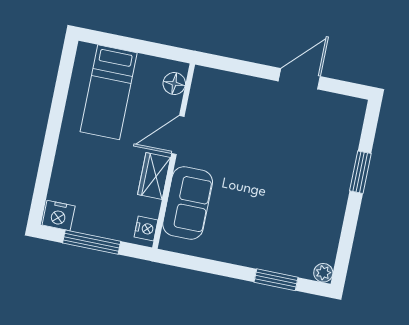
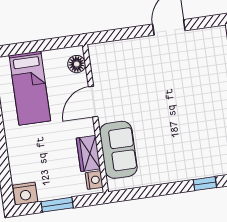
wardrobe: (154, 176) -> (88, 154), moved
window: (92, 242) -> (57, 205), width x0.69
window: (276, 280) -> (205, 184), width x0.67

